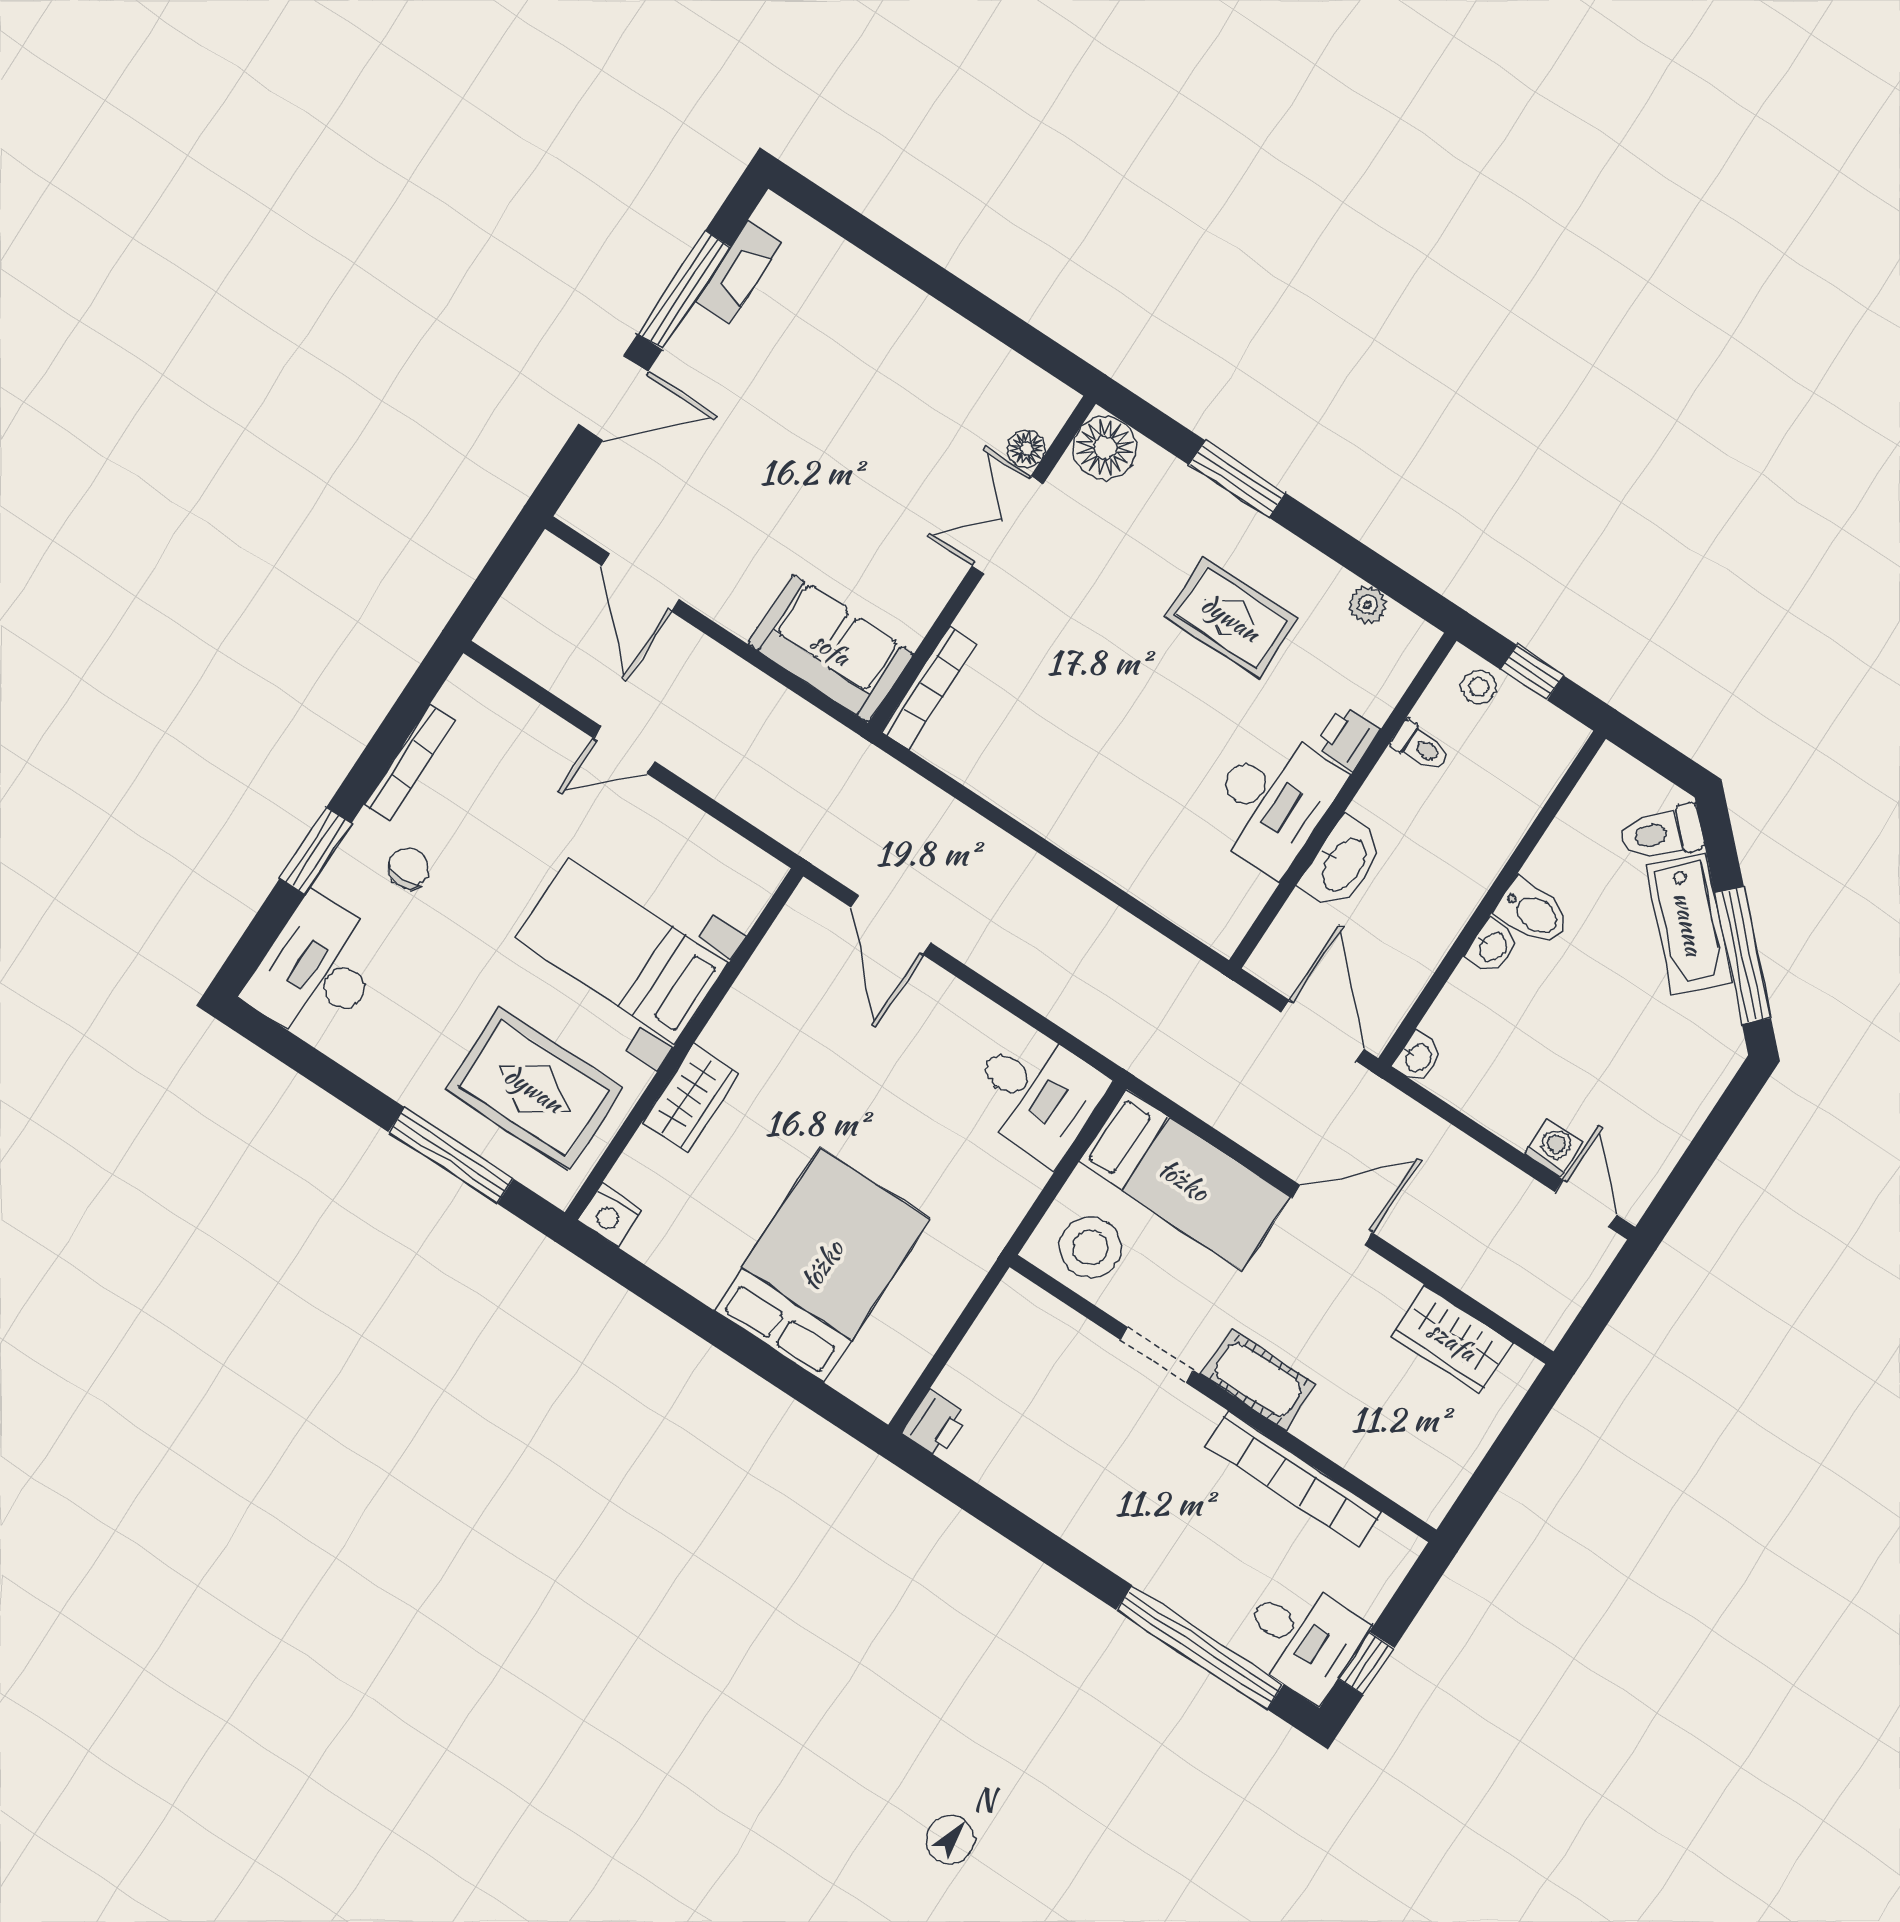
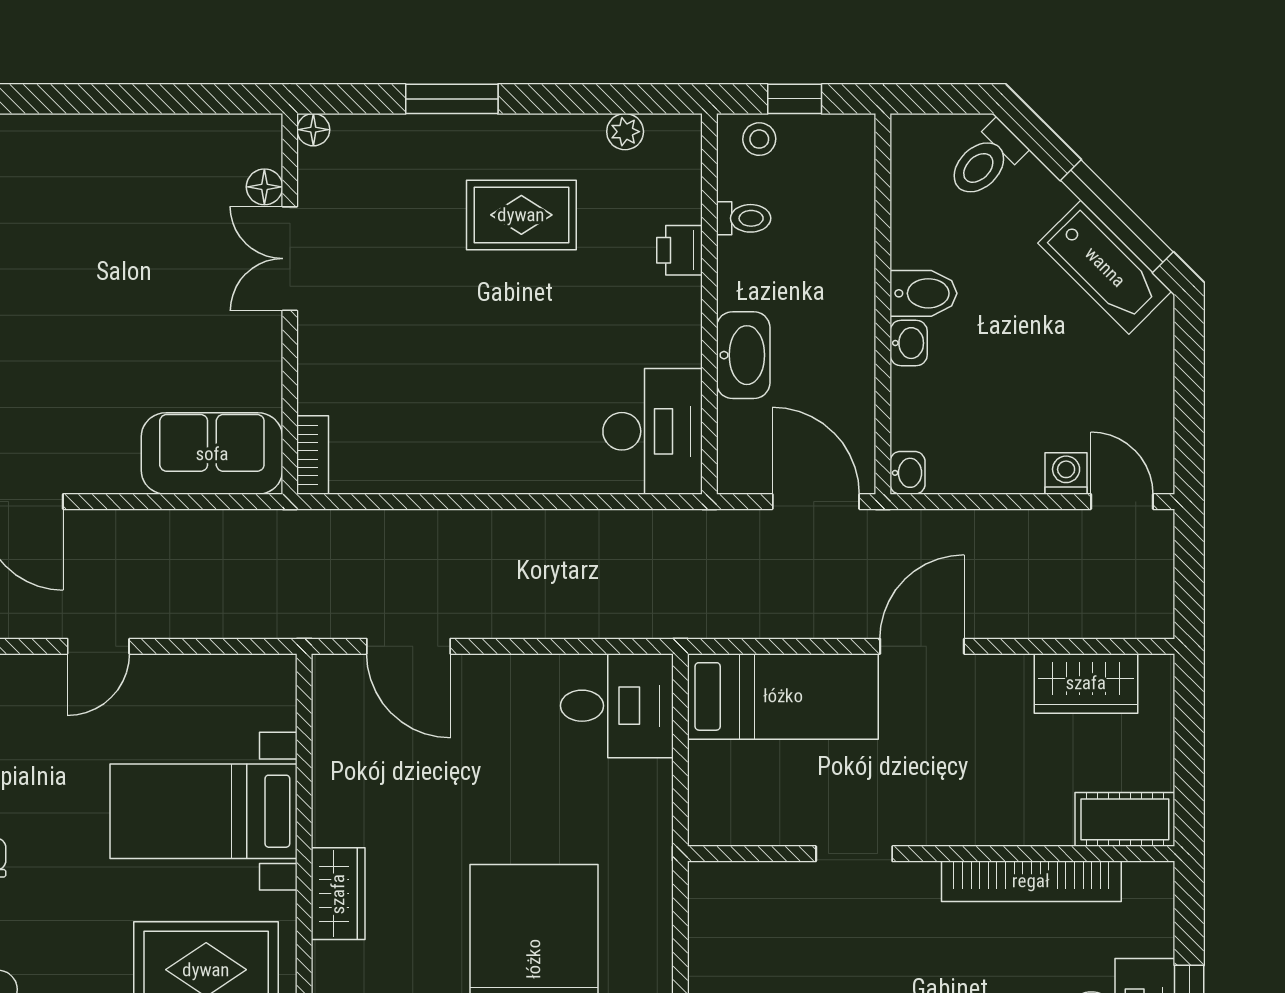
floor lamp: (1105, 448) -> (313, 130), width x0.53, depth x0.53
bookcase: (929, 687) -> (313, 455), width x0.64
desk: (1272, 801) -> (653, 431), moved
bathtub: (1689, 924) -> (1105, 267), moved
stool: (1090, 1247) -> (743, 802), removed
cot: (1258, 1379) -> (1125, 819), moved

